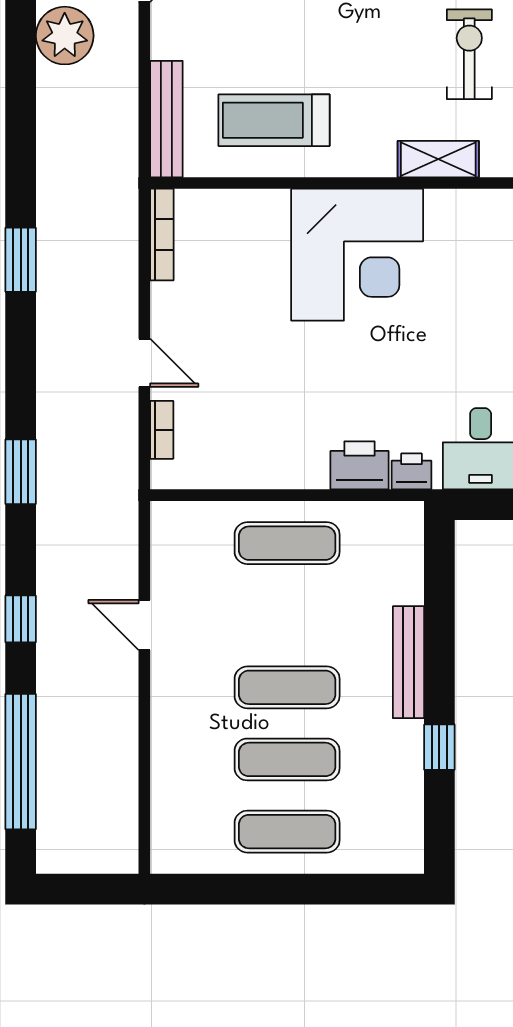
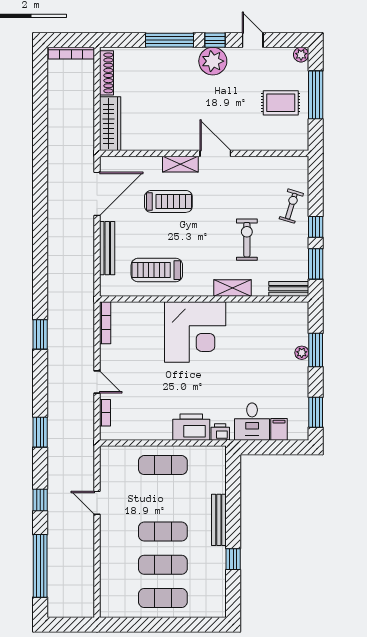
plant: (65, 36) -> (60, 231), removed
bench: (166, 119) -> (107, 248), moved
printer: (360, 465) -> (191, 427), width x1.37, depth x1.19

